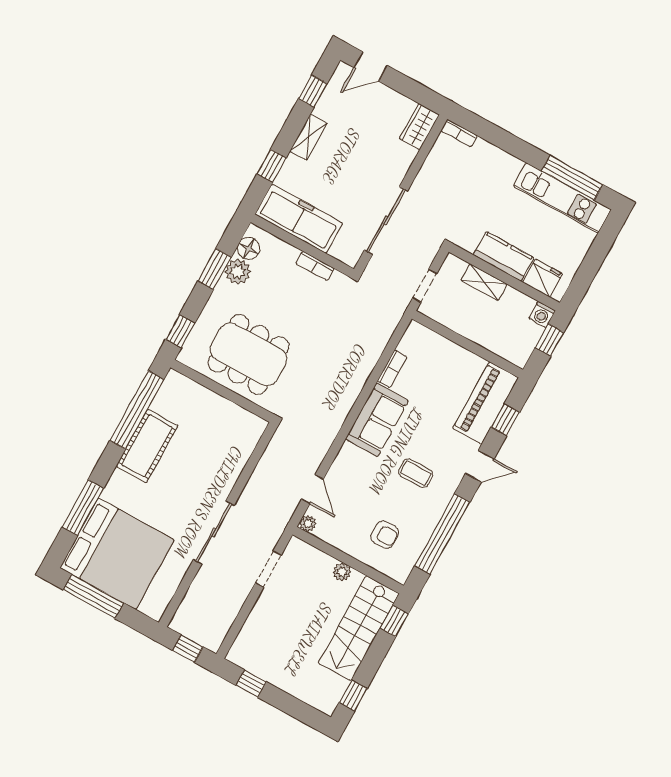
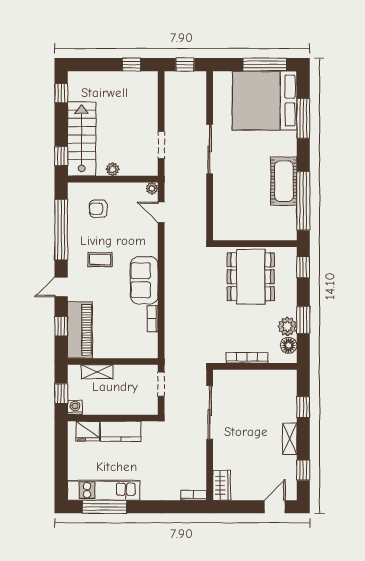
freezer: (299, 219) -> (267, 383), removed
bookcase: (315, 266) -> (247, 358), width x1.56
shelving: (484, 282) -> (97, 372), moved
dining table: (249, 354) -> (251, 277), turned 90

